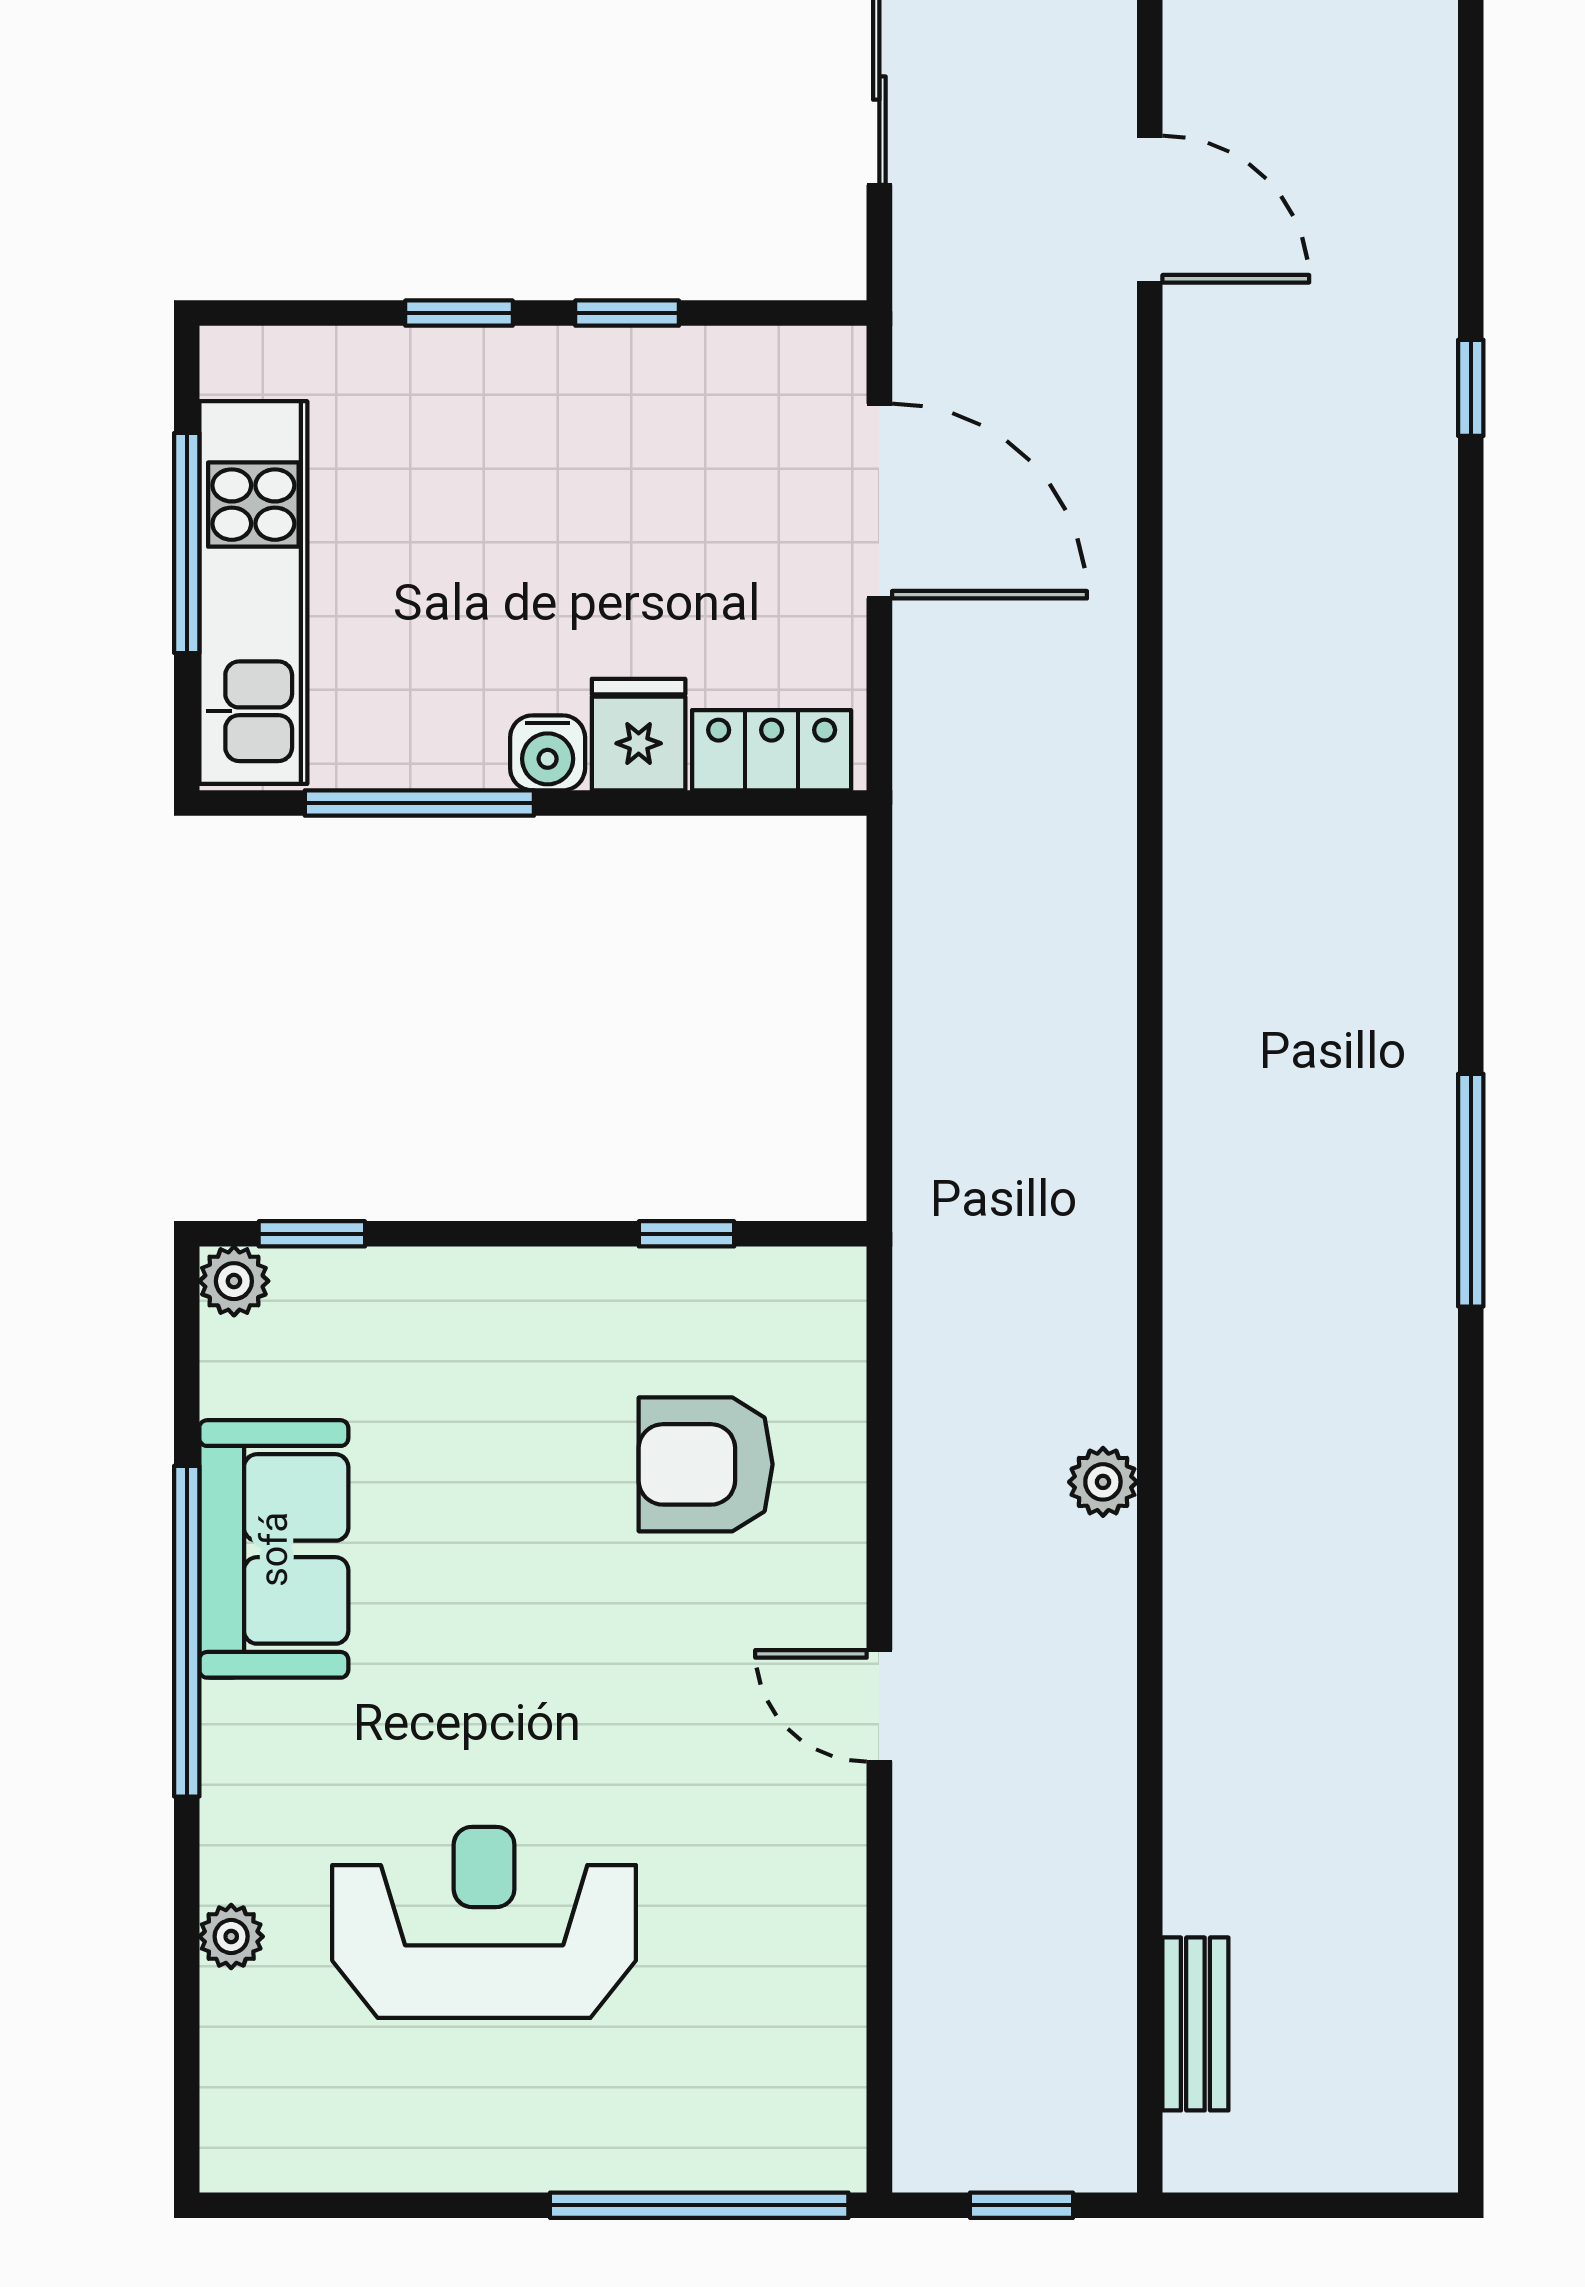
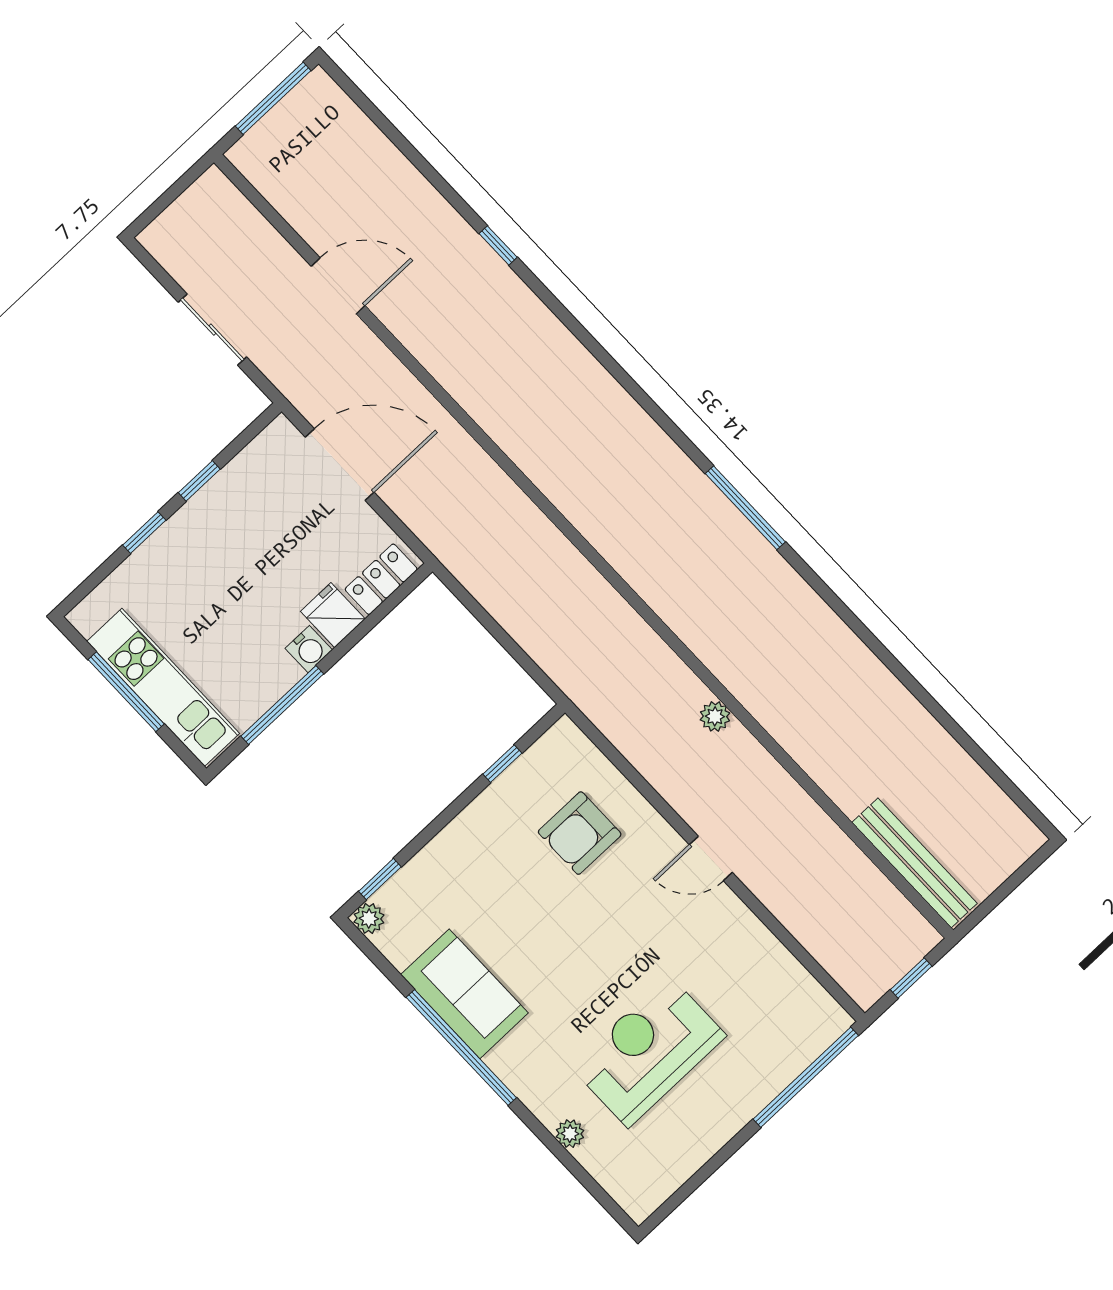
bench: (1195, 2024) -> (914, 863), width x1.86, depth x1.21

